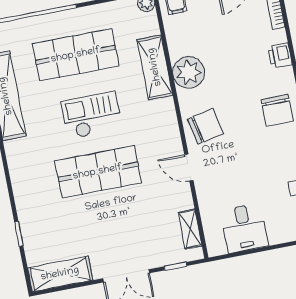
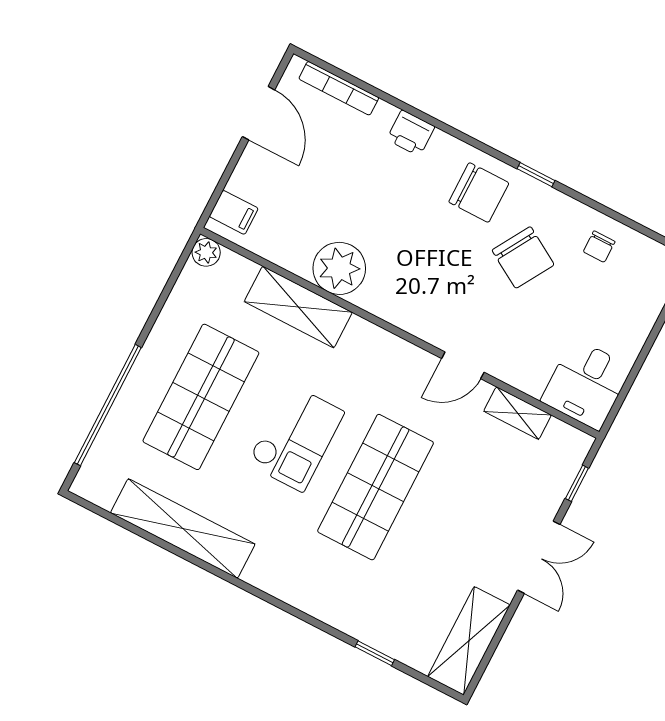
checkout: (92, 115) -> (296, 438), turned 180
chair: (205, 126) -> (523, 257), moved, turned 133
desk: (244, 228) -> (586, 384), moved, turned 90
shelving: (190, 229) -> (517, 413), moved

